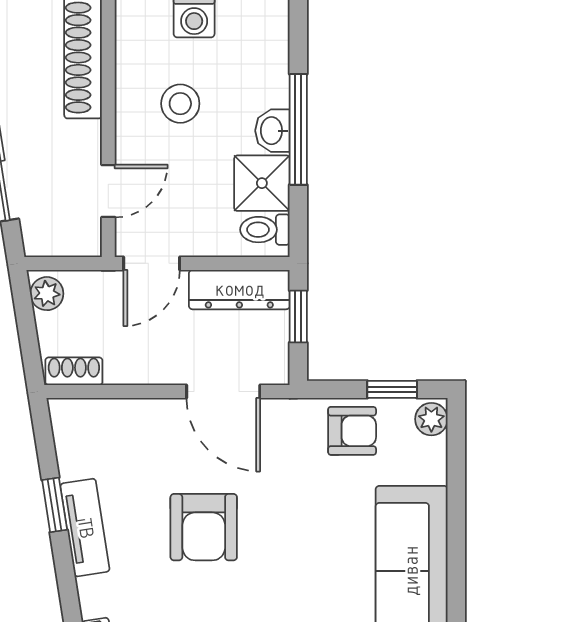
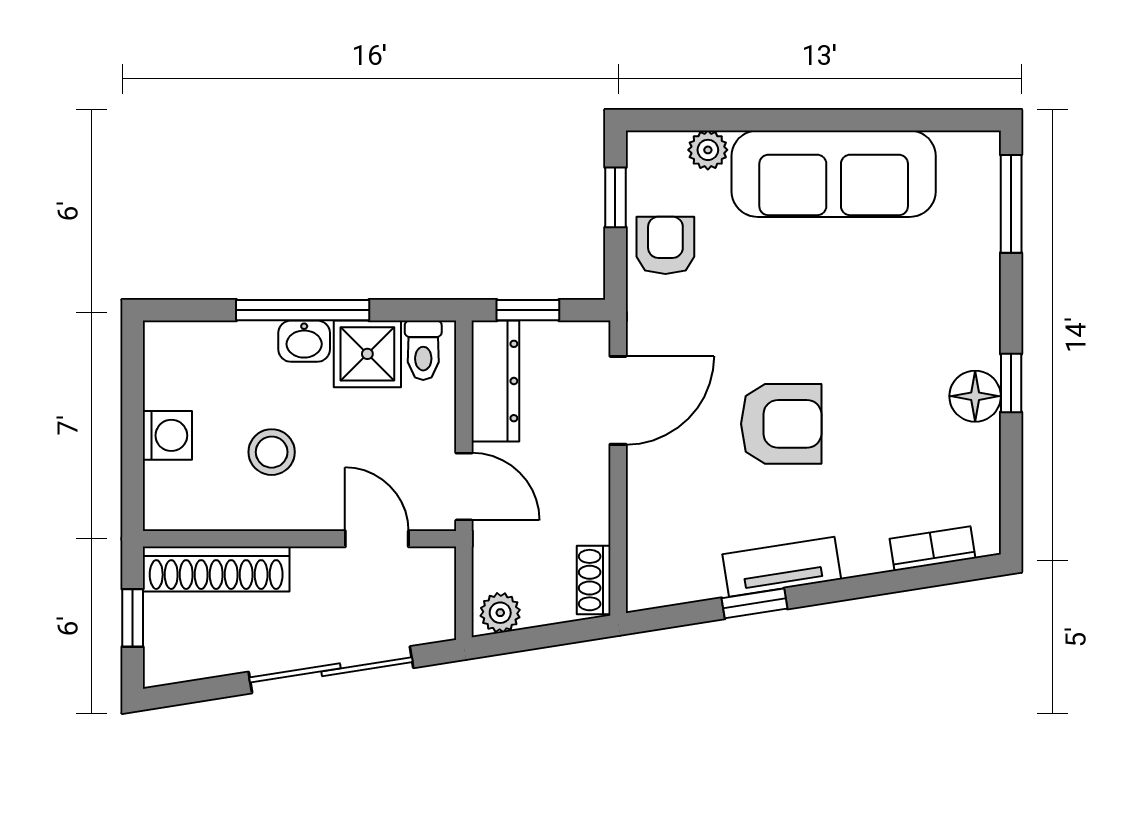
plant: (431, 419) -> (708, 150), moved

